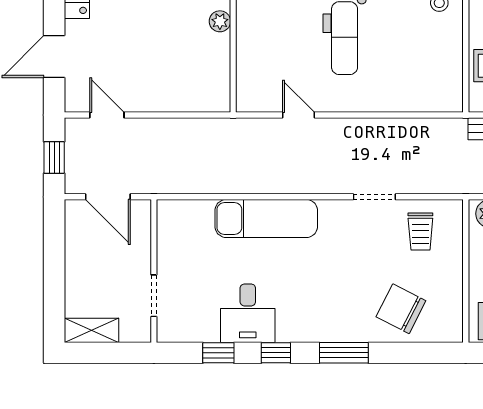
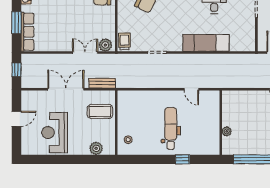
trolley: (420, 231) -> (125, 41), moved

